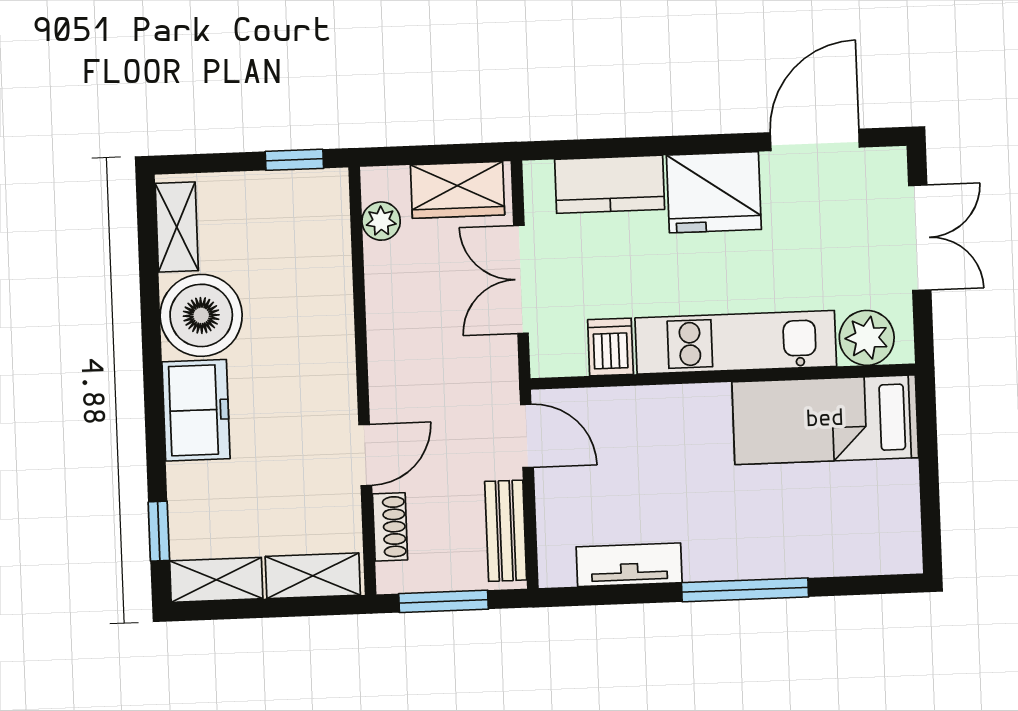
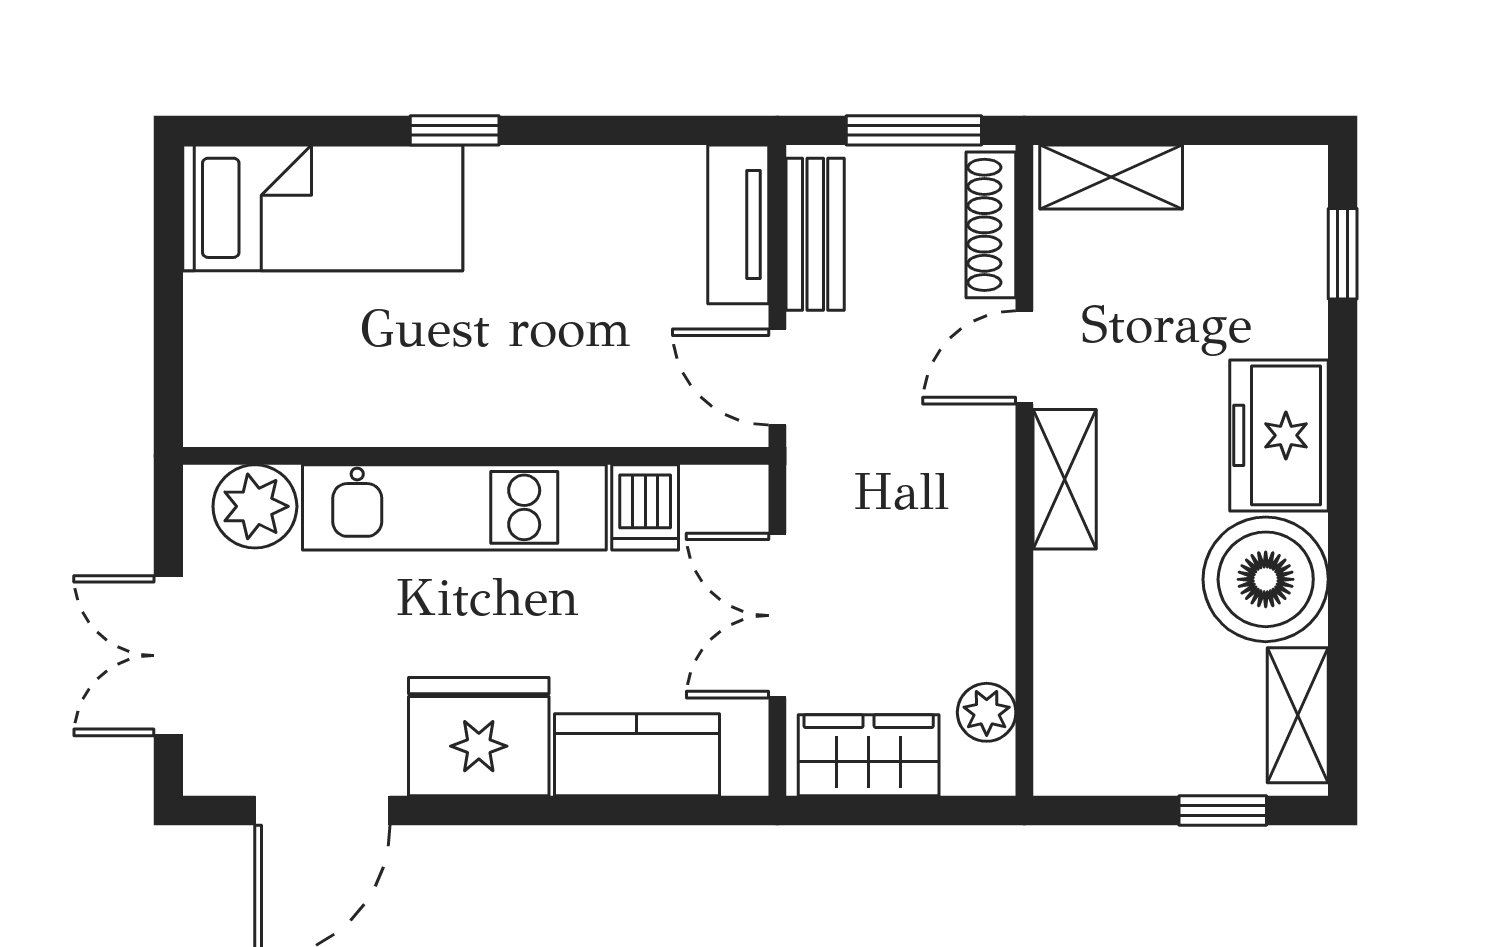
window: (294, 160) -> (1223, 810), moved
double door: (521, 279) -> (777, 616), swing flipped
bed: (825, 420) -> (323, 208), moved
shoe rack: (390, 527) -> (991, 225), width x1.43
tv unit: (629, 565) -> (738, 224), moved, turned 90
shelving: (216, 580) -> (1065, 479), moved, turned 90
window: (745, 590) -> (455, 130), width x0.46

